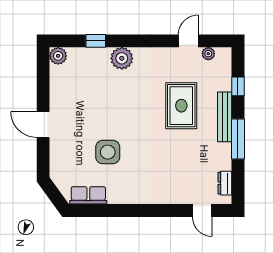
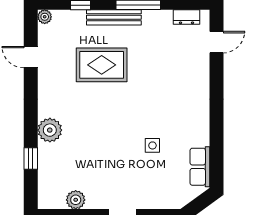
plant: (208, 54) -> (45, 17), moved
plant: (58, 56) -> (76, 200), moved
side table: (108, 152) -> (152, 145), width x0.54, depth x0.54

